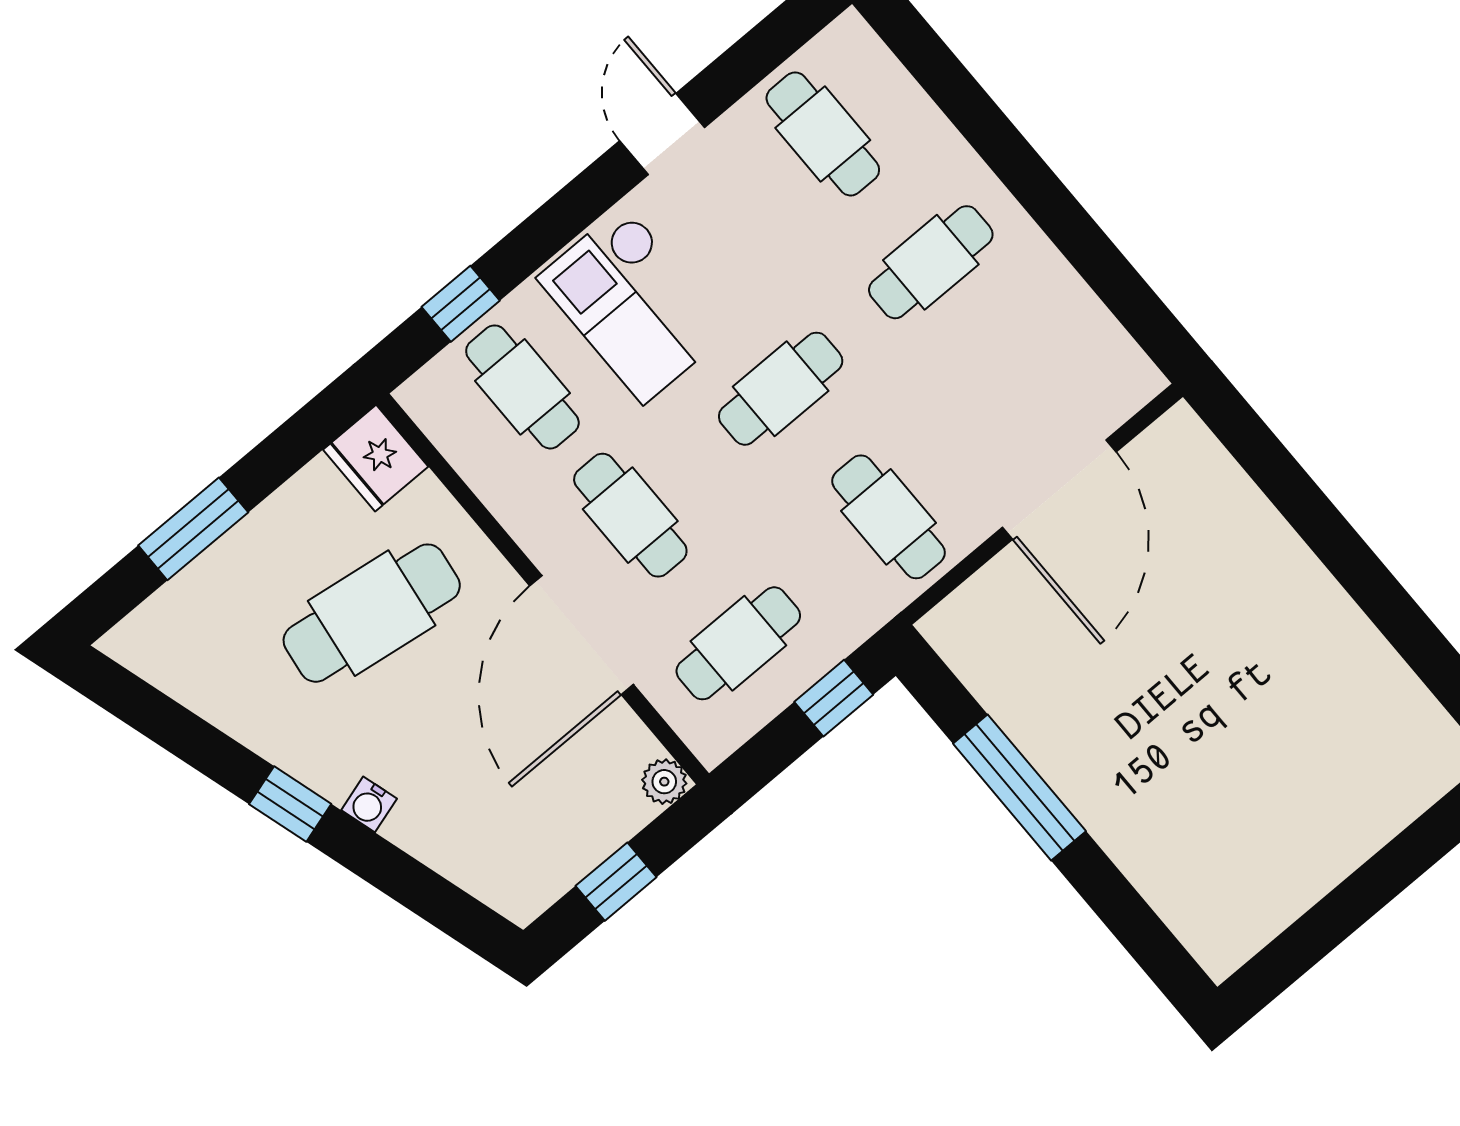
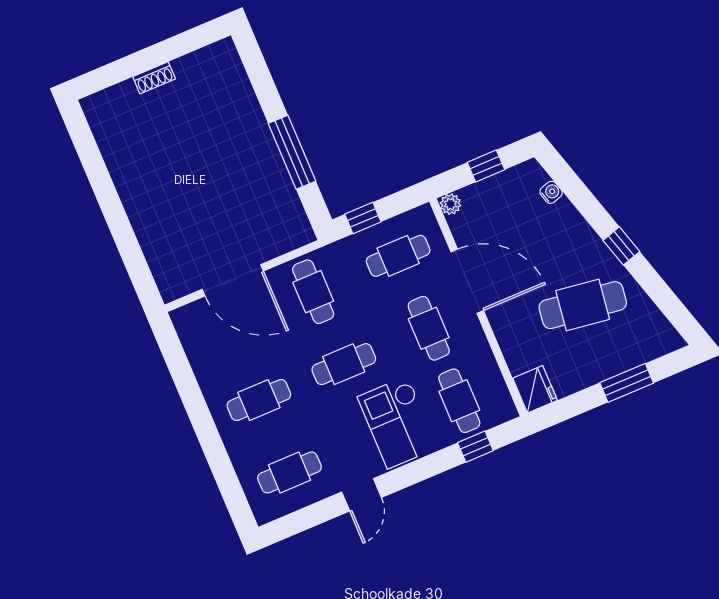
cafe table: (823, 134) -> (289, 473), turned 90
checkout: (634, 304) -> (398, 422), turned 180
door: (1059, 490) -> (233, 280), swing flipped
cafe table: (372, 613) -> (583, 305), moved
door: (582, 635) -> (467, 281), hinge flipped
water cooler: (369, 804) -> (551, 192), moved
shoe rack: (1347, 852) -> (154, 78), added

